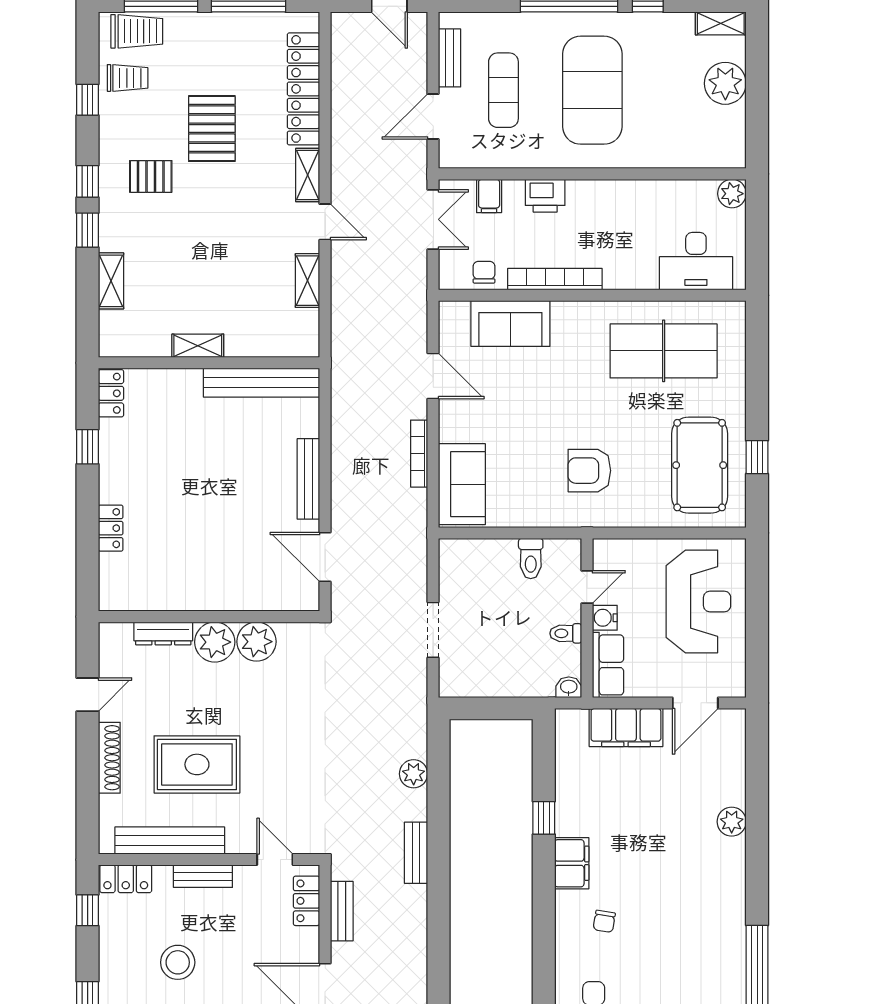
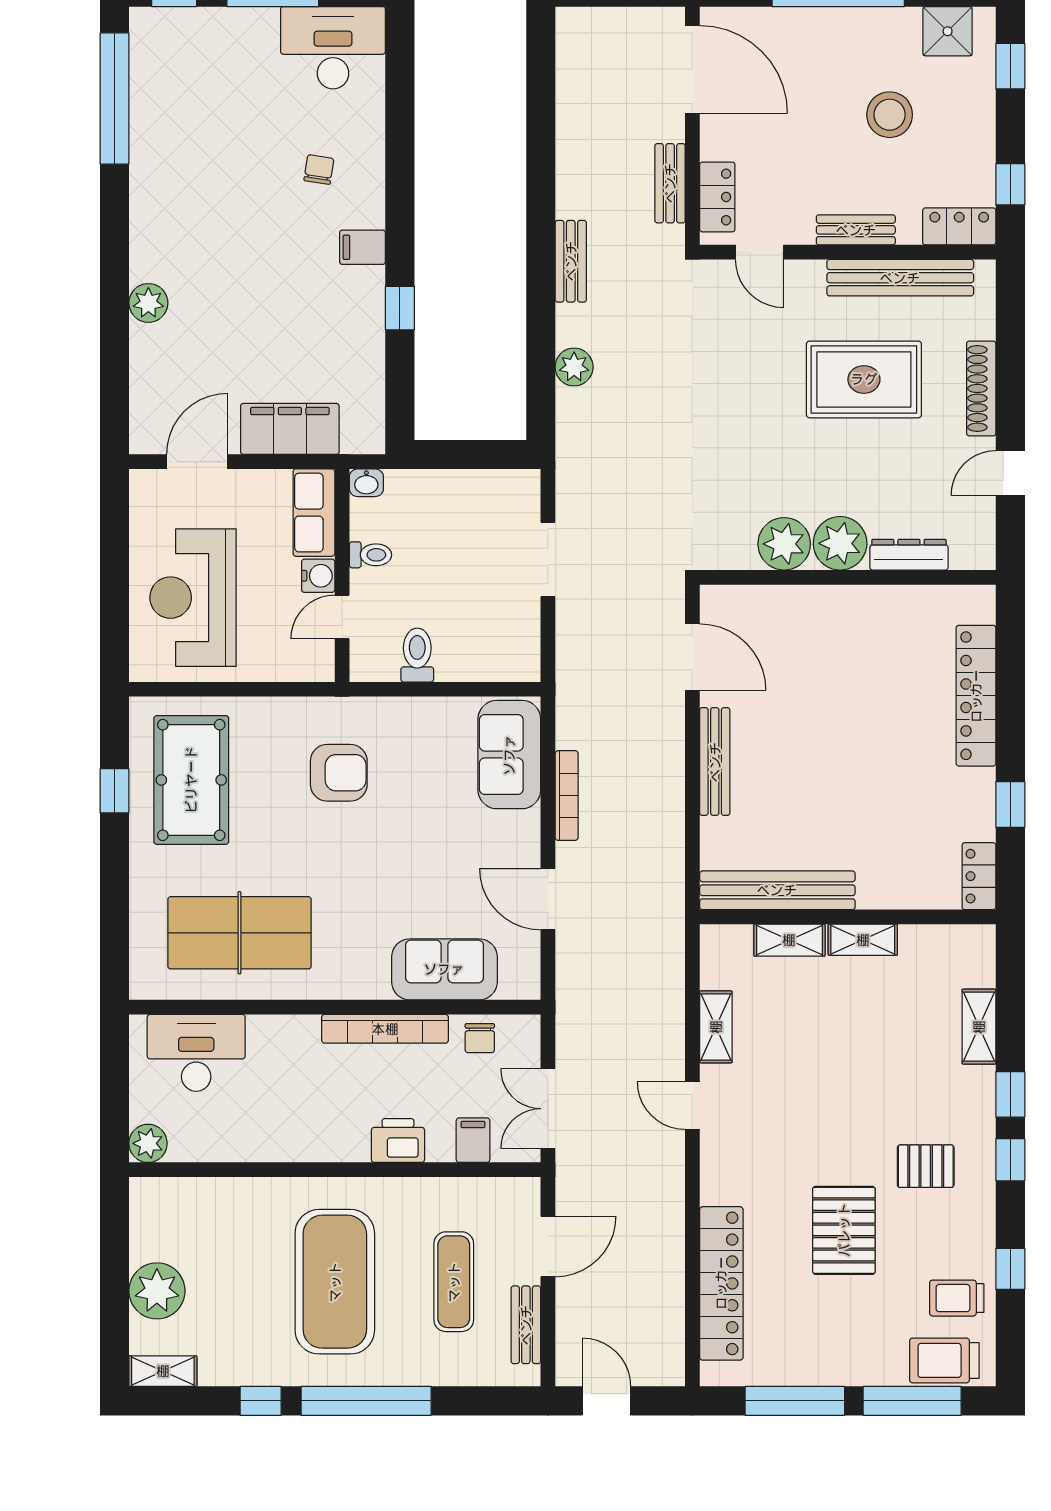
shelving: (308, 175) -> (789, 940), moved, turned 90
locker: (111, 528) -> (976, 696), width x2.16, depth x1.21
filing cabinet: (572, 863) -> (362, 247), width x0.50

